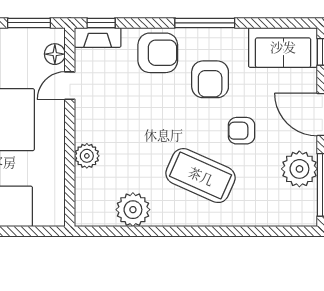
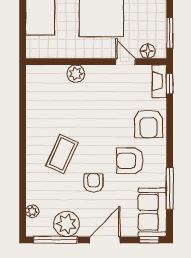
window: (205, 23) -> (170, 188), moved
coffee table: (201, 176) -> (62, 154), width x0.73, depth x0.76
plant: (133, 210) -> (32, 211), moved, width x0.53, depth x0.53

